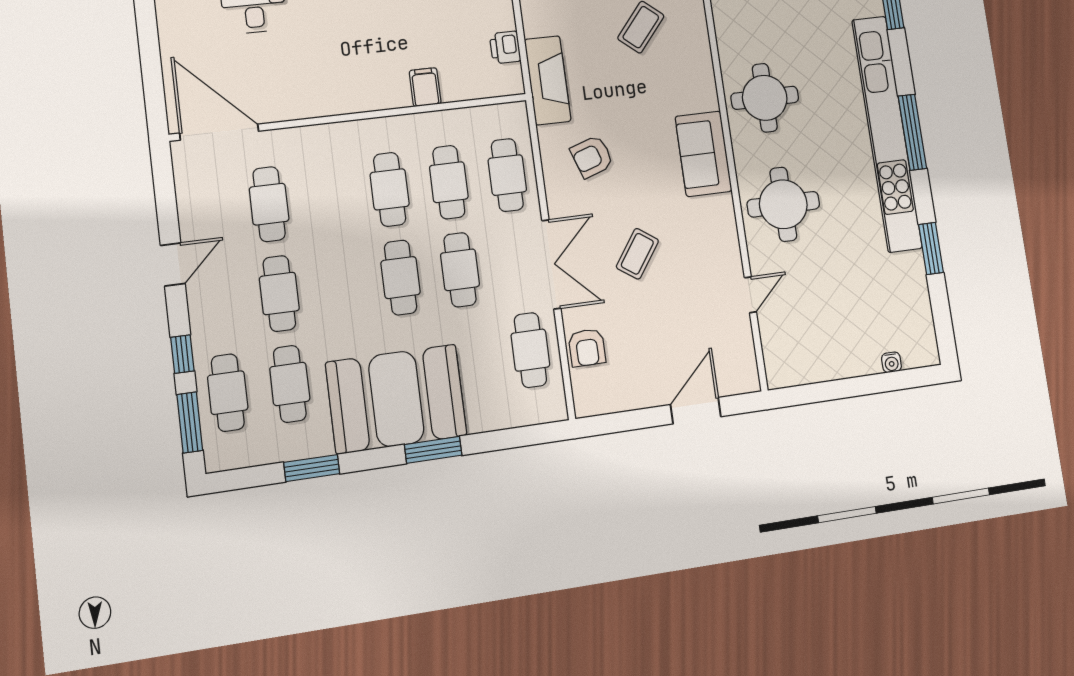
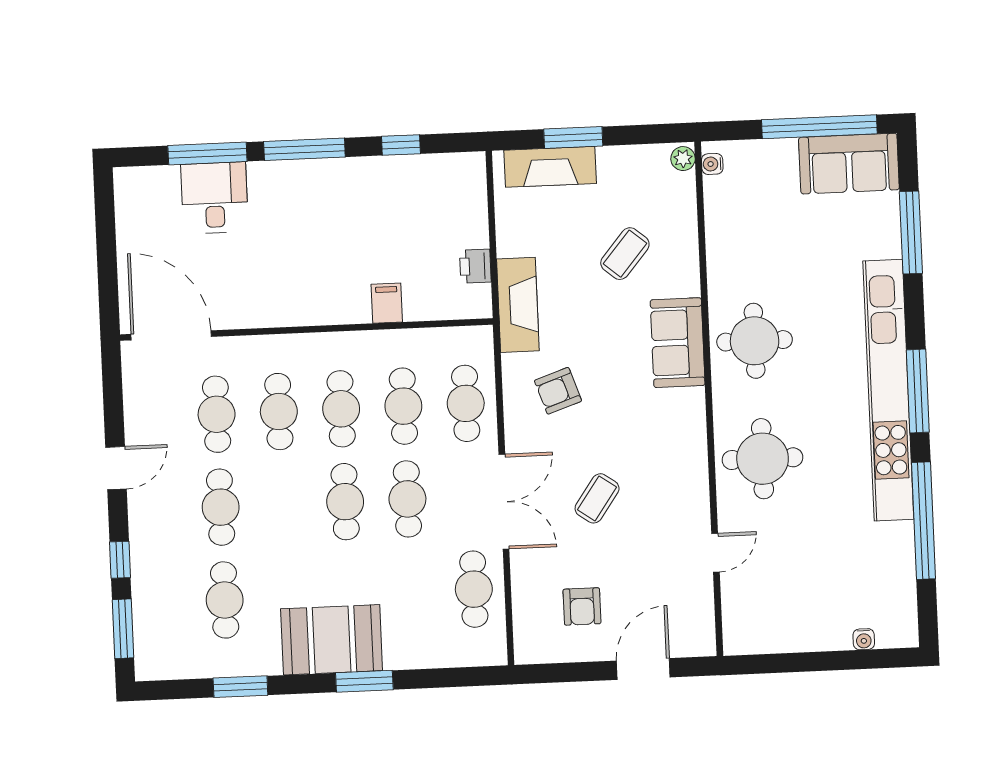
sofa: (703, 154) -> (678, 343), moved
window: (931, 249) -> (923, 521), width x2.11
armchair: (587, 348) -> (582, 606), moved
cafe table: (228, 393) -> (279, 412), moved
booth: (396, 399) -> (332, 640), width x0.73, depth x0.70

